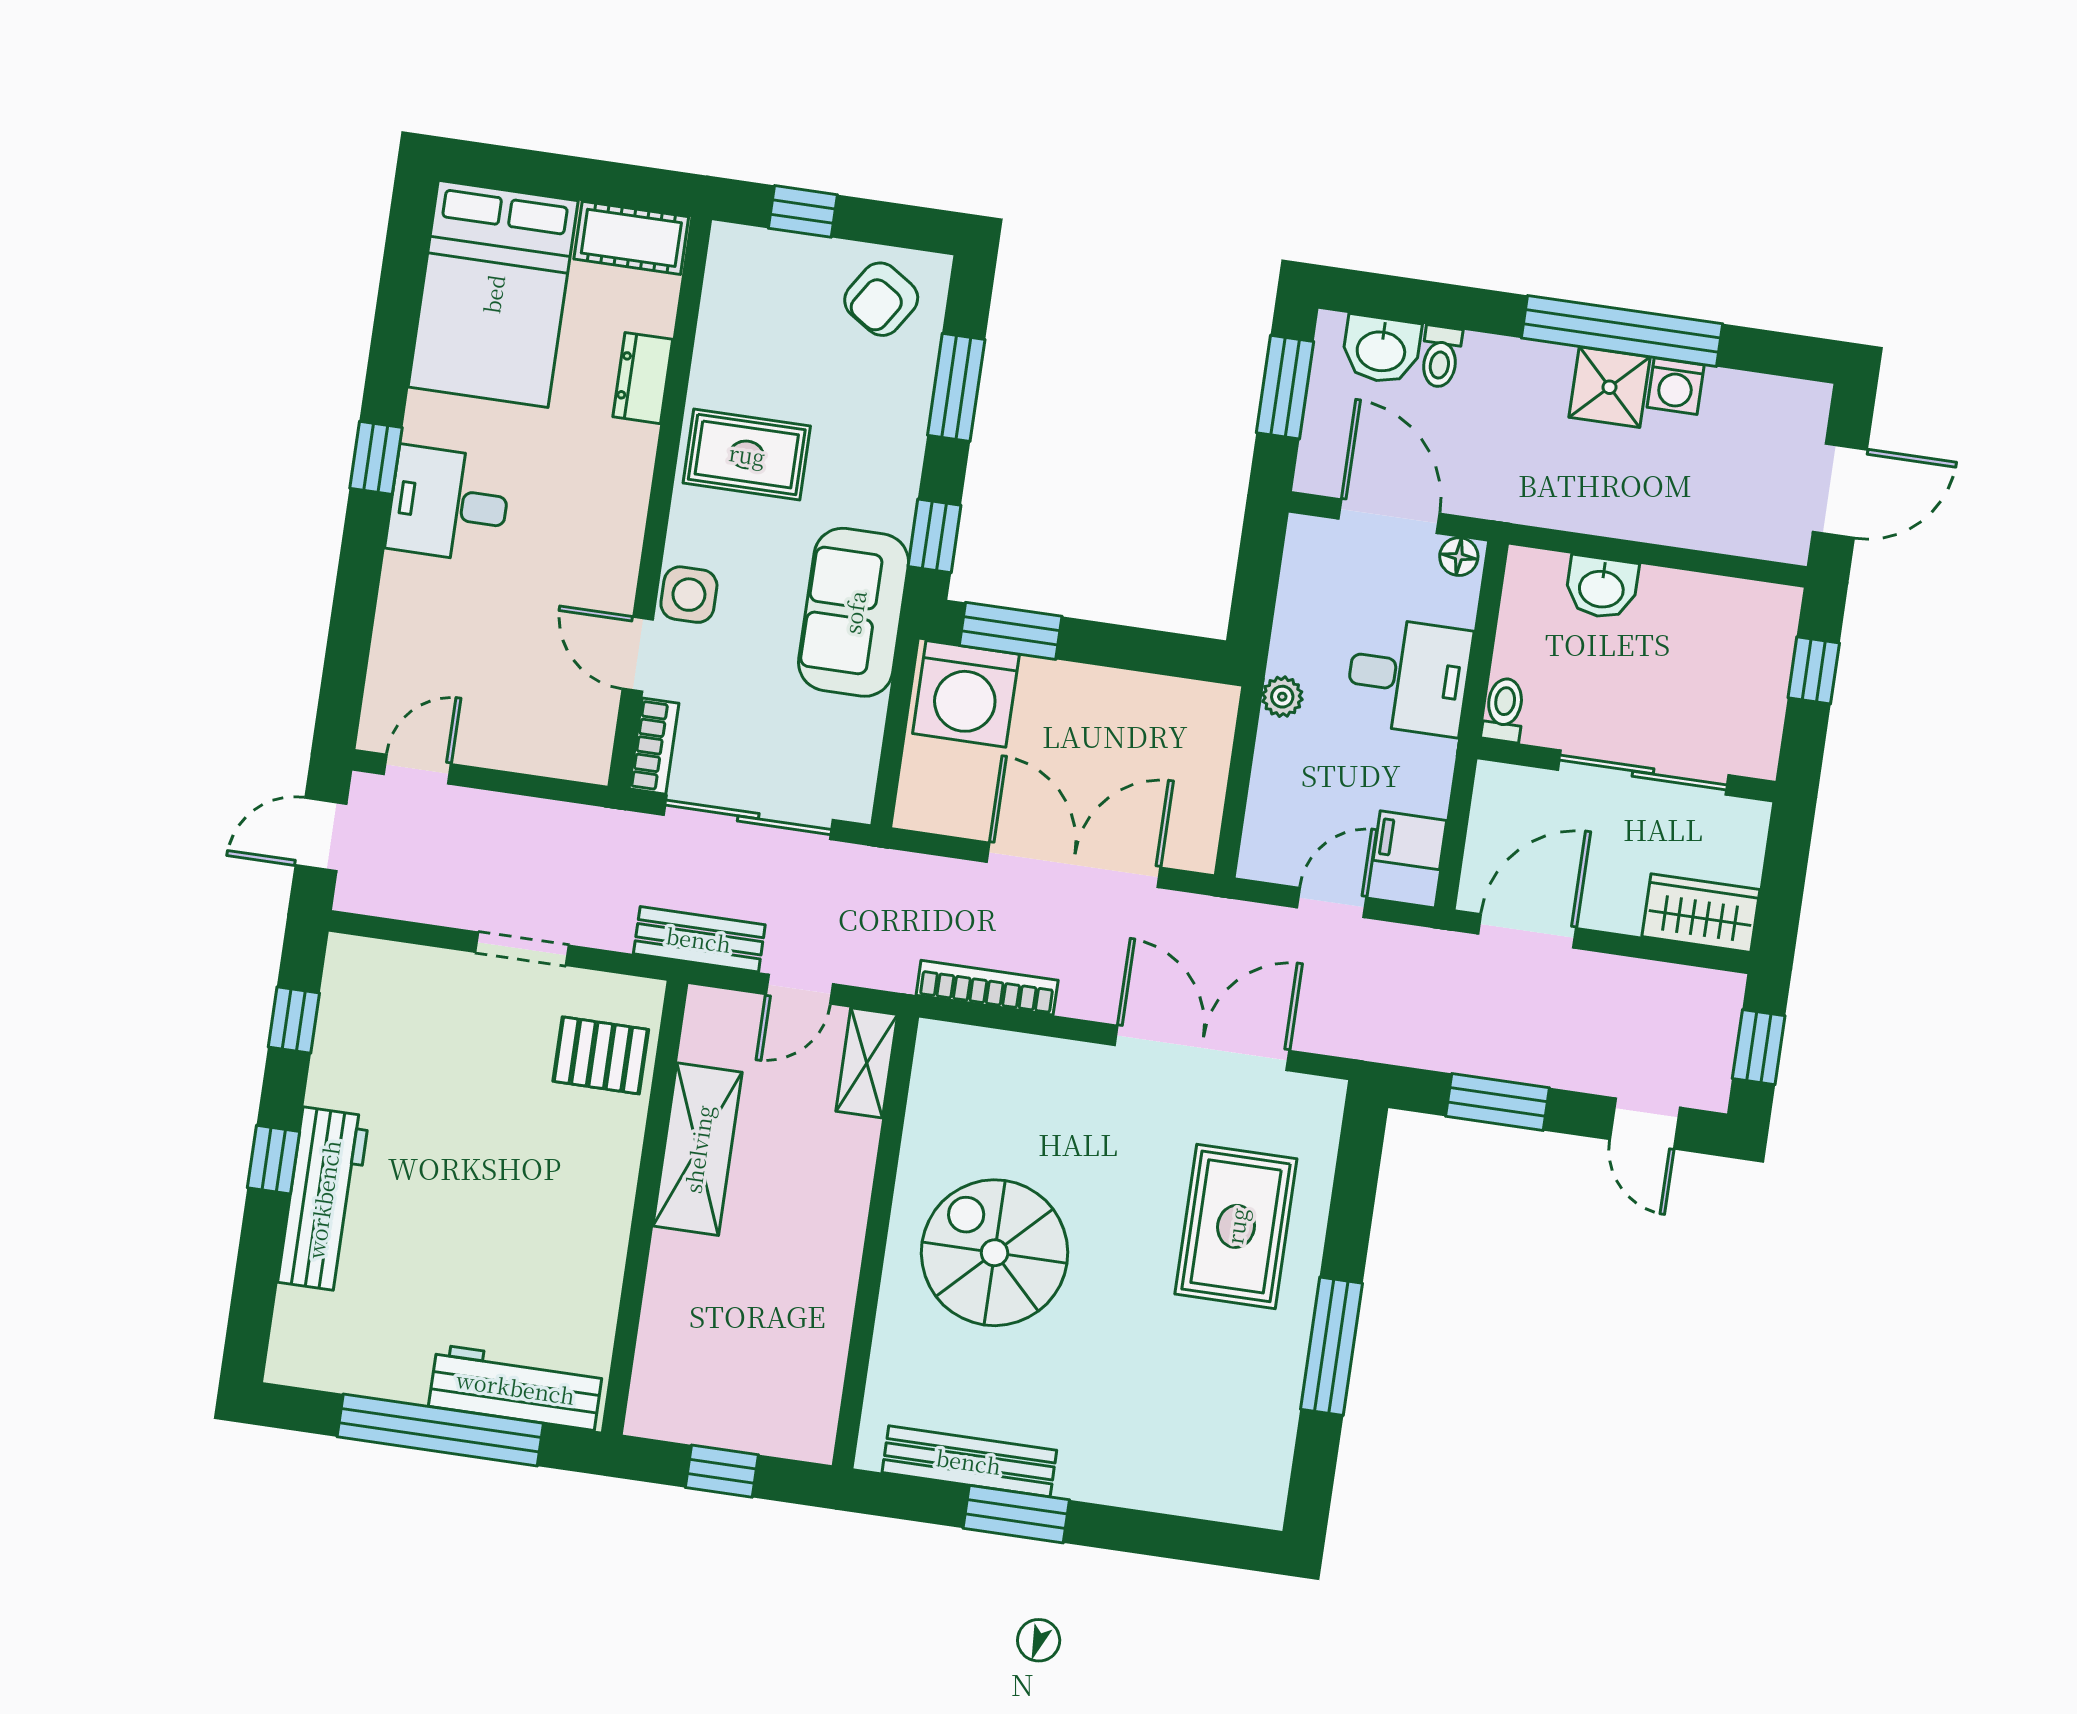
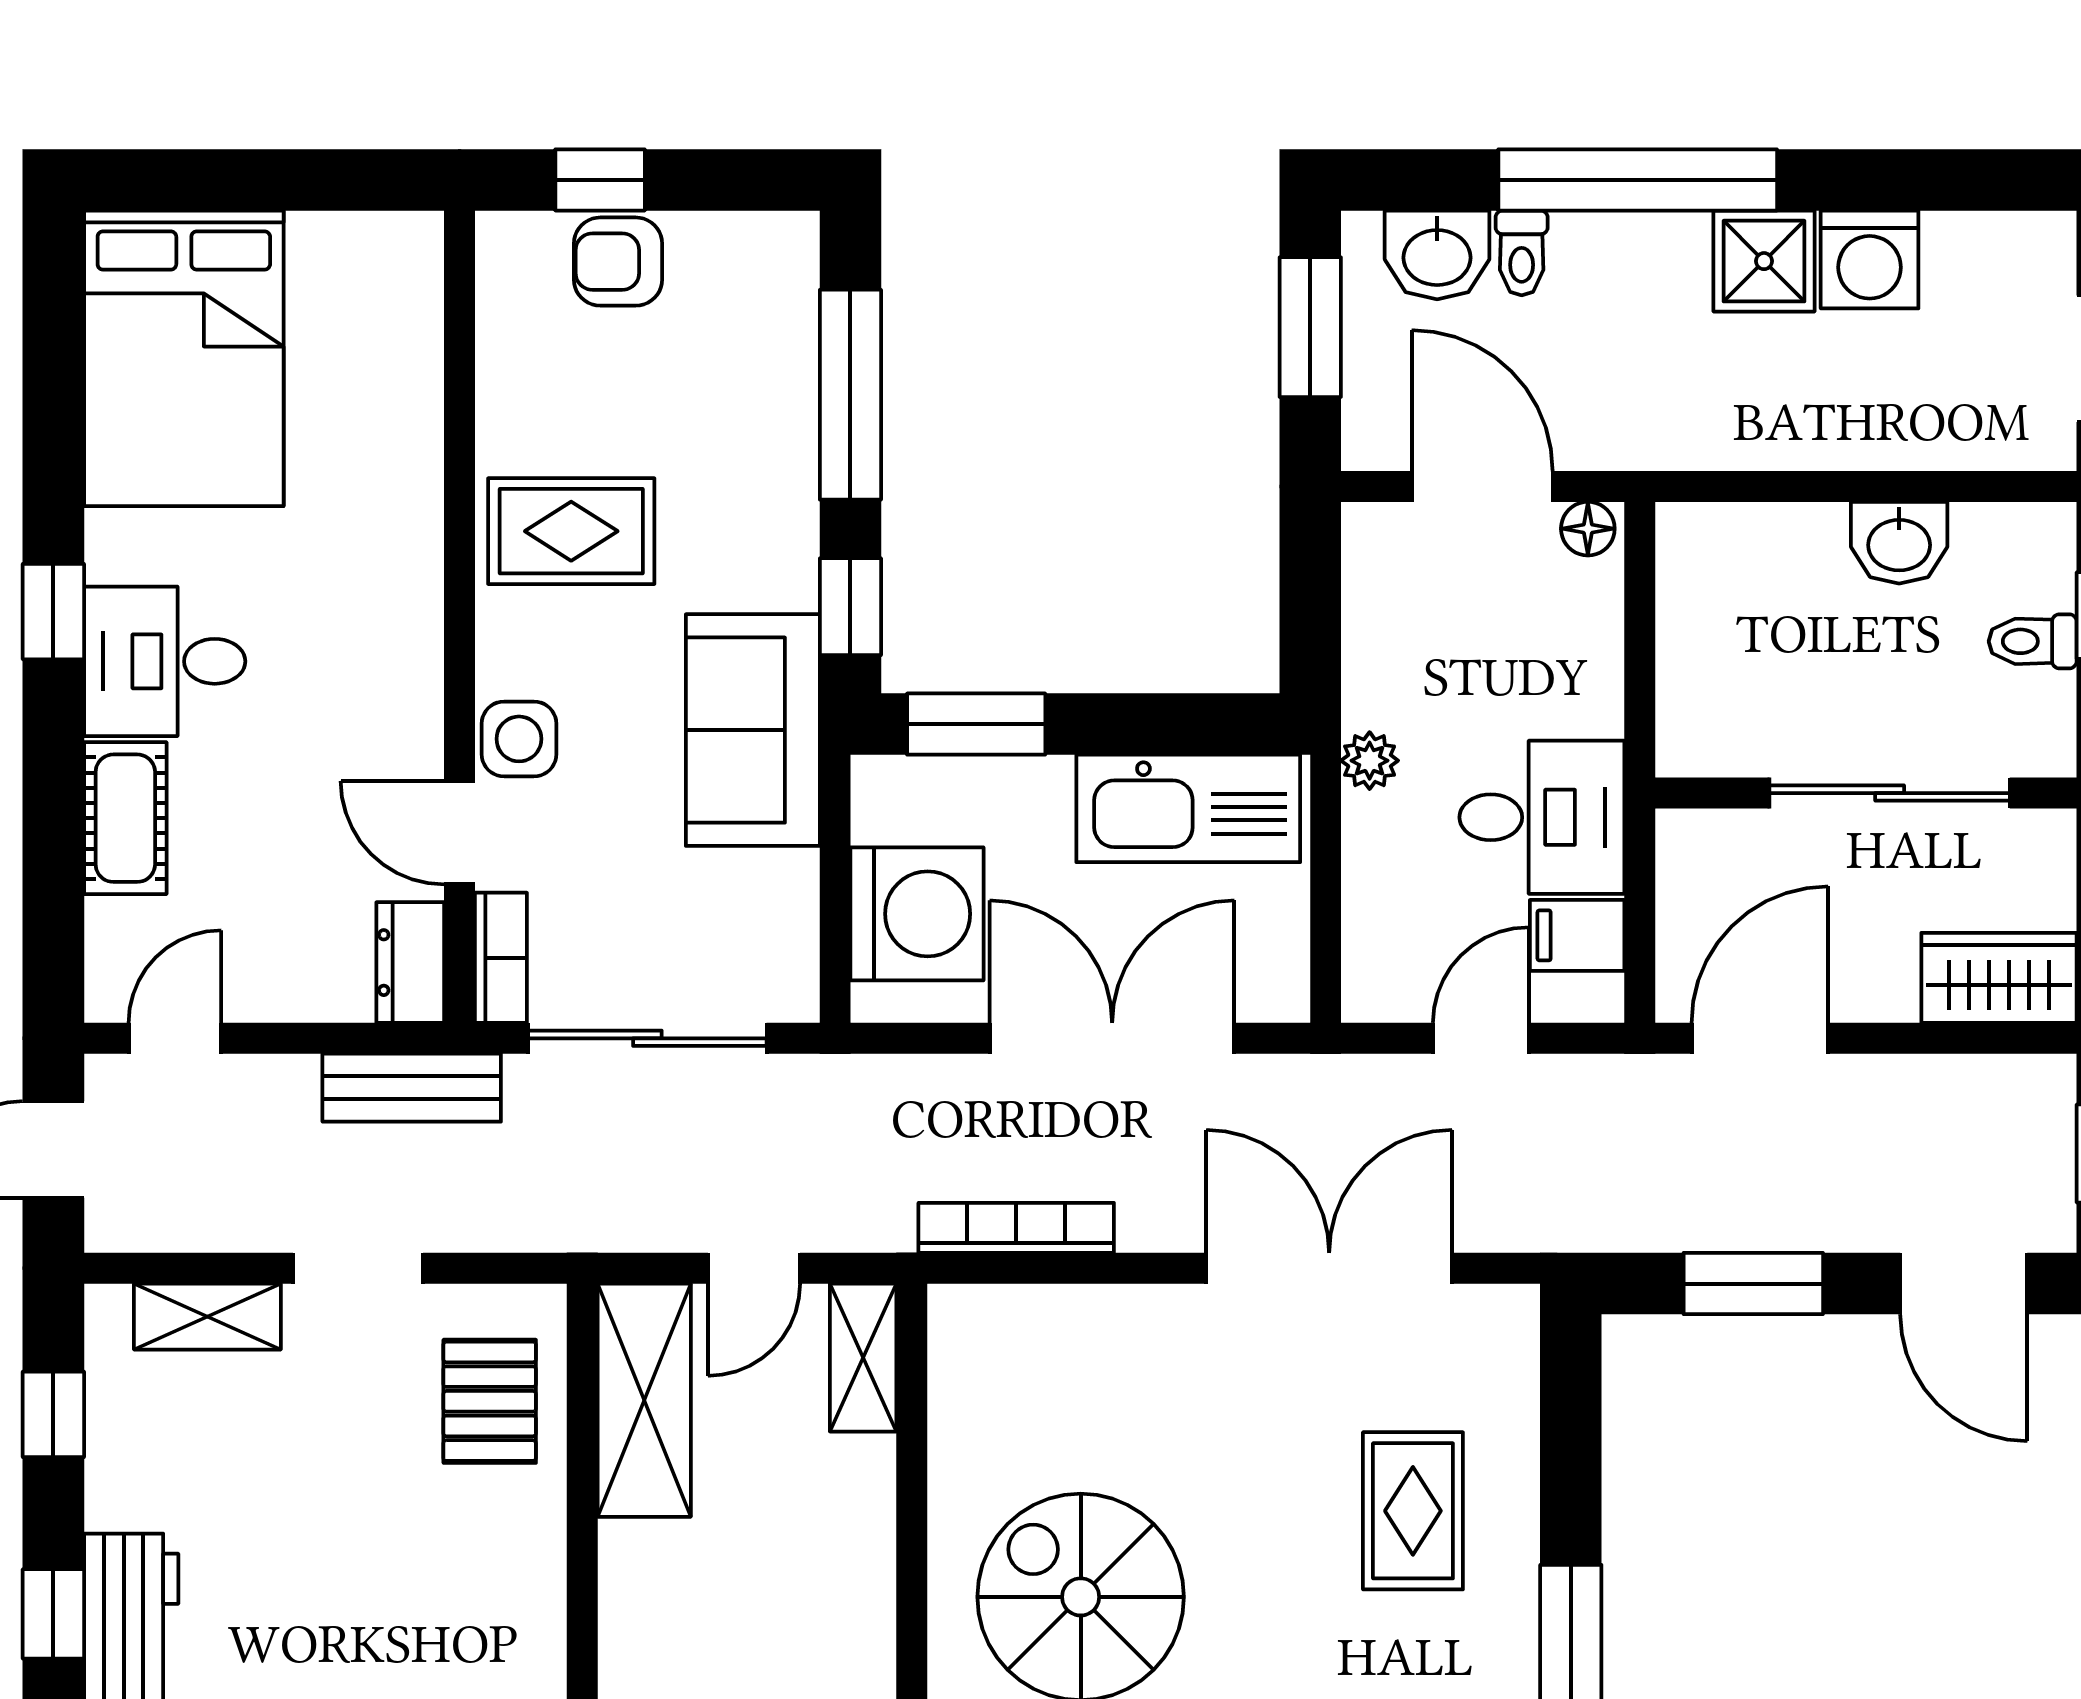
cot: (631, 238) -> (125, 818), moved, turned 90
armchair: (881, 299) -> (618, 262), moved, turned 57
window: (1622, 331) -> (1638, 180), moved
dresser: (643, 378) -> (410, 963), moved
washing machine: (1676, 386) -> (1870, 259), width x1.38, depth x1.38
window: (956, 387) -> (850, 395), width x1.44
washbasin: (1602, 587) -> (1899, 543), moved
desk: (1409, 676) -> (1542, 817), moved
washing machine: (966, 694) -> (917, 914), moved, turned -90
toilet: (1504, 710) -> (2033, 641), moved, turned -90
kitchen sink: (1150, 712) -> (1188, 808), added
bench: (699, 939) -> (412, 1088), moved
shelving: (412, 967) -> (207, 1317), added
pallet: (601, 1055) -> (490, 1401), turned 90
door: (1645, 1123) -> (1964, 1284), width x1.38
shelving: (698, 1149) -> (644, 1400), moved
rug: (1236, 1226) -> (1413, 1511), width x0.73, depth x0.70

